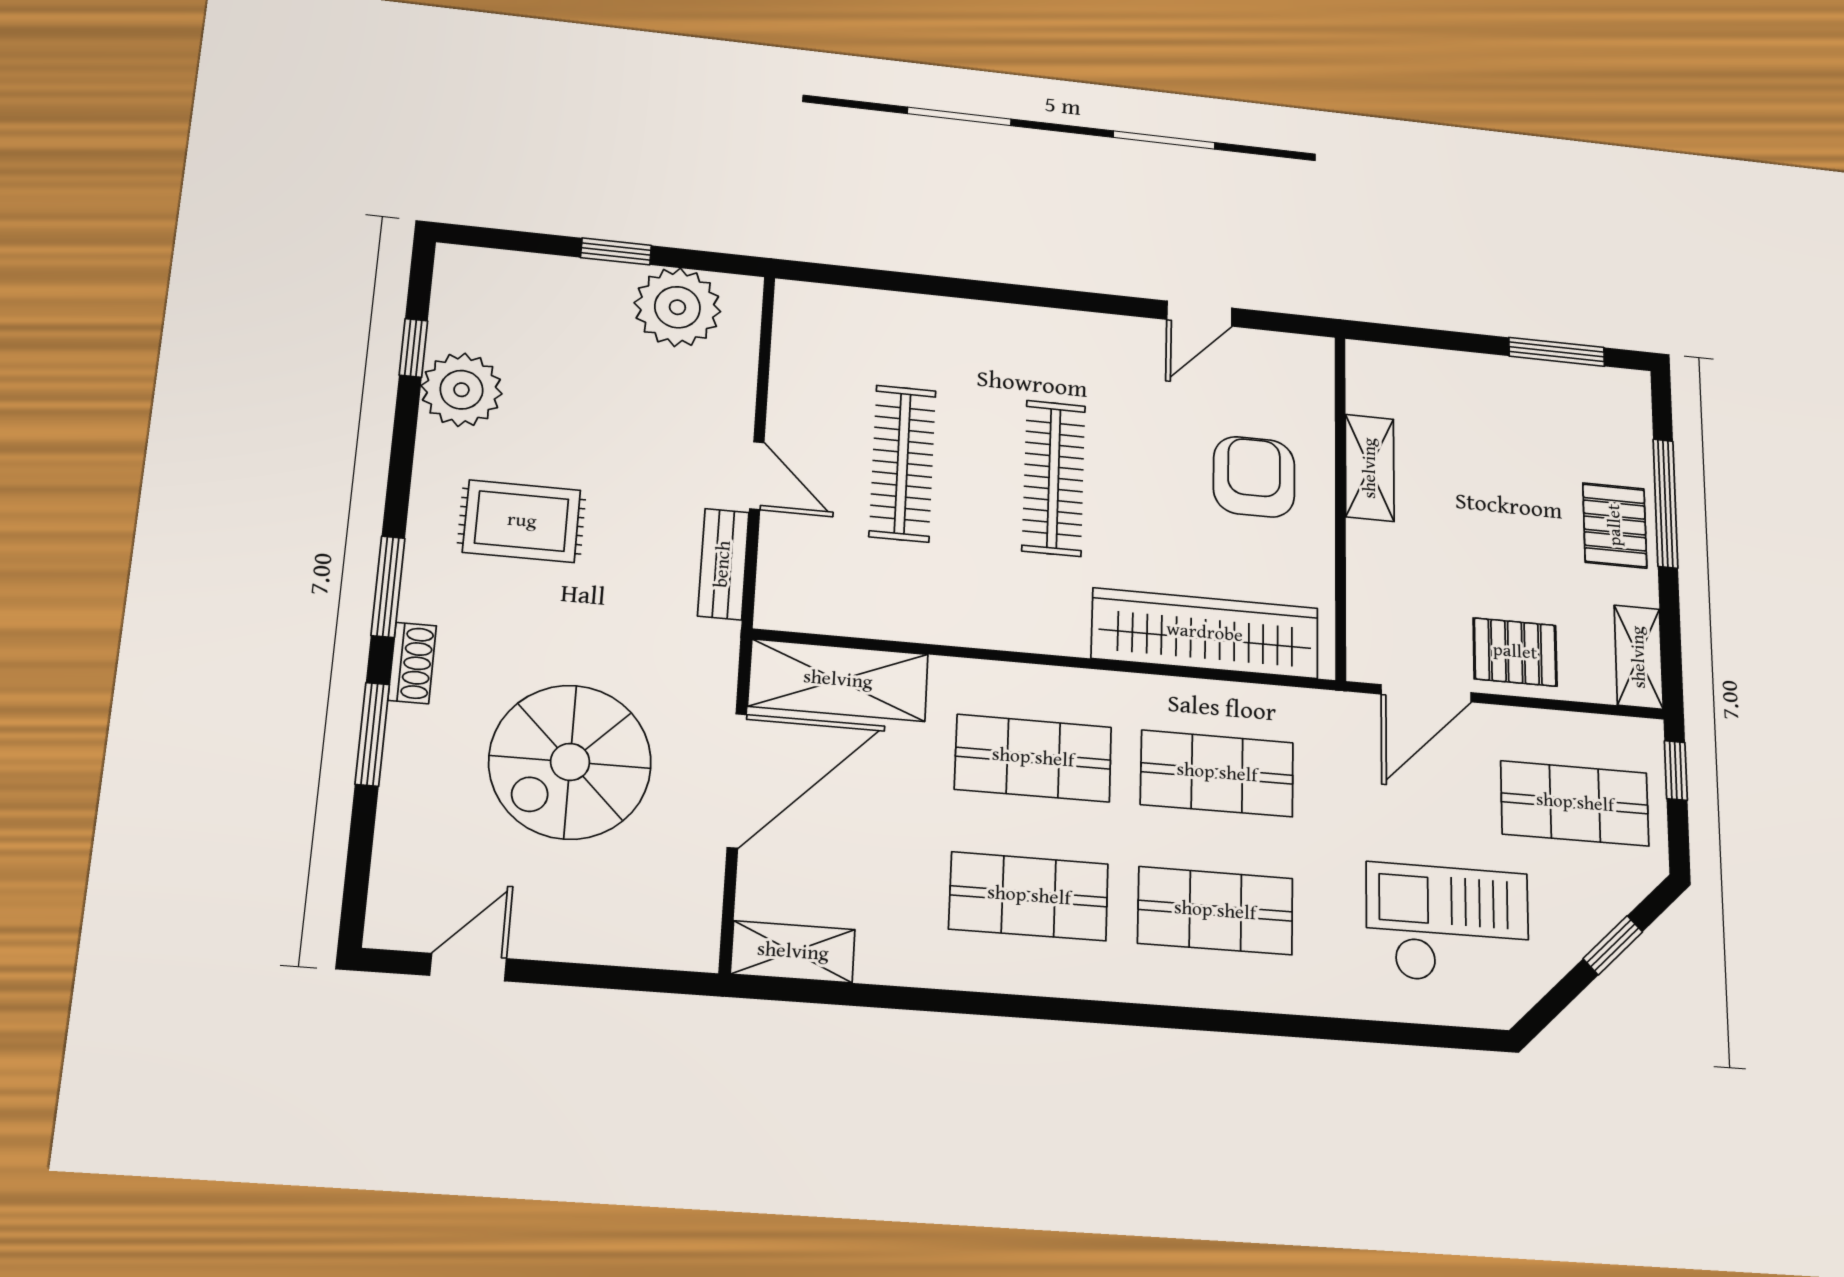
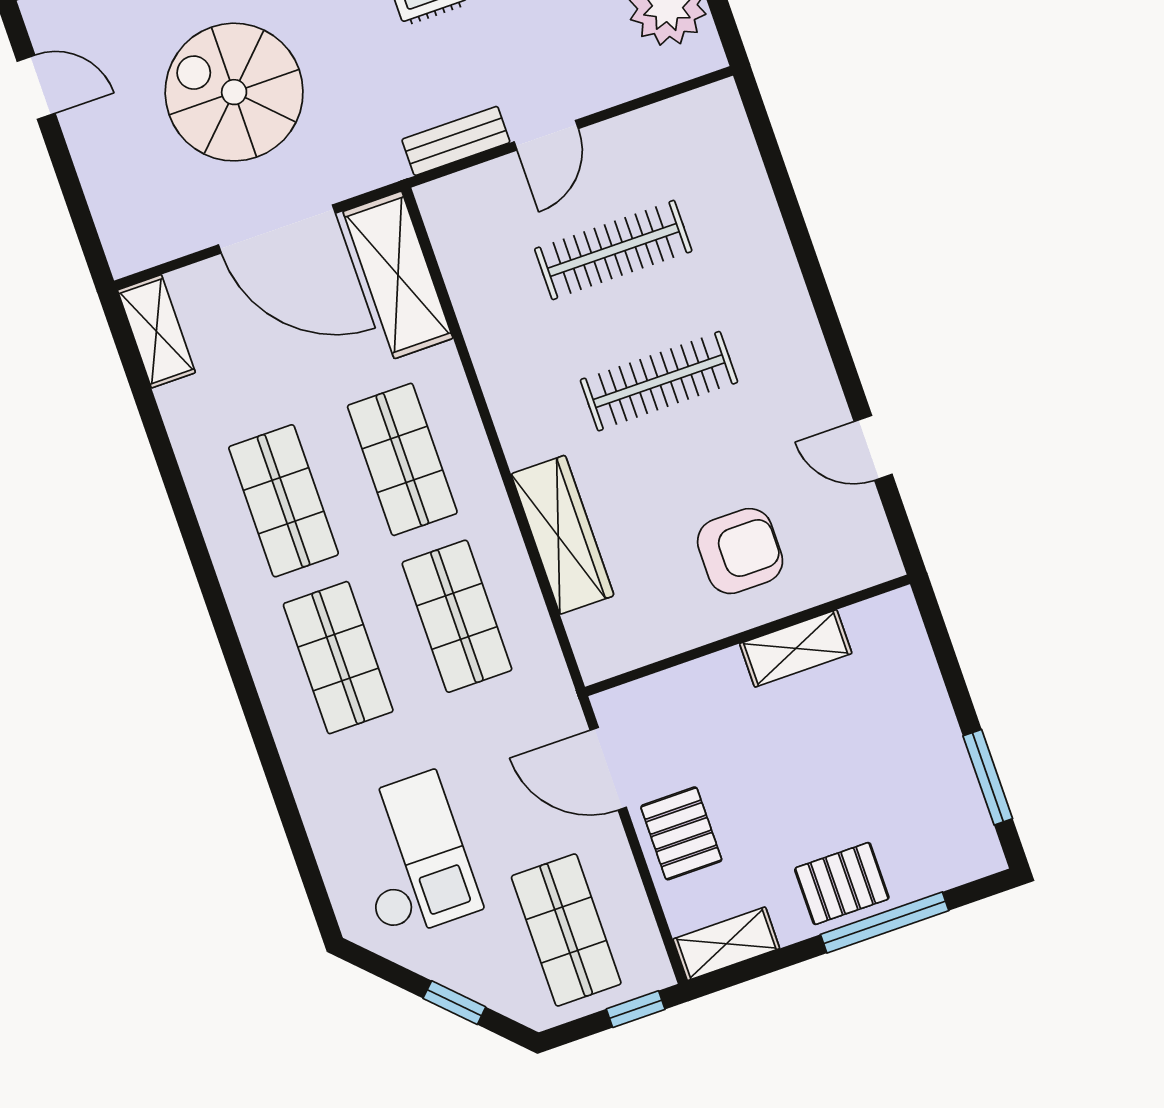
wardrobe: (1205, 633) -> (563, 535), width x0.71, depth x0.85

